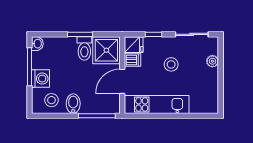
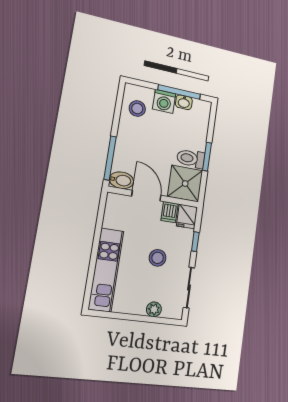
washbasin: (37, 44) -> (184, 102), moved
bidet: (73, 104) -> (121, 180), moved
kitchen unit: (157, 104) -> (106, 270), moved

